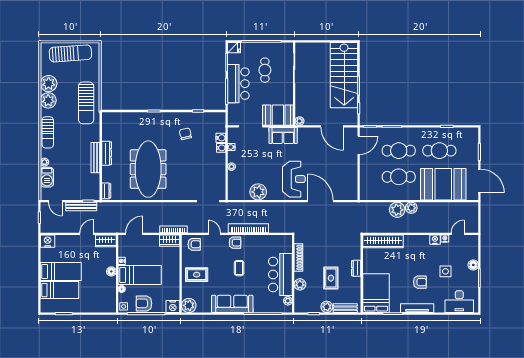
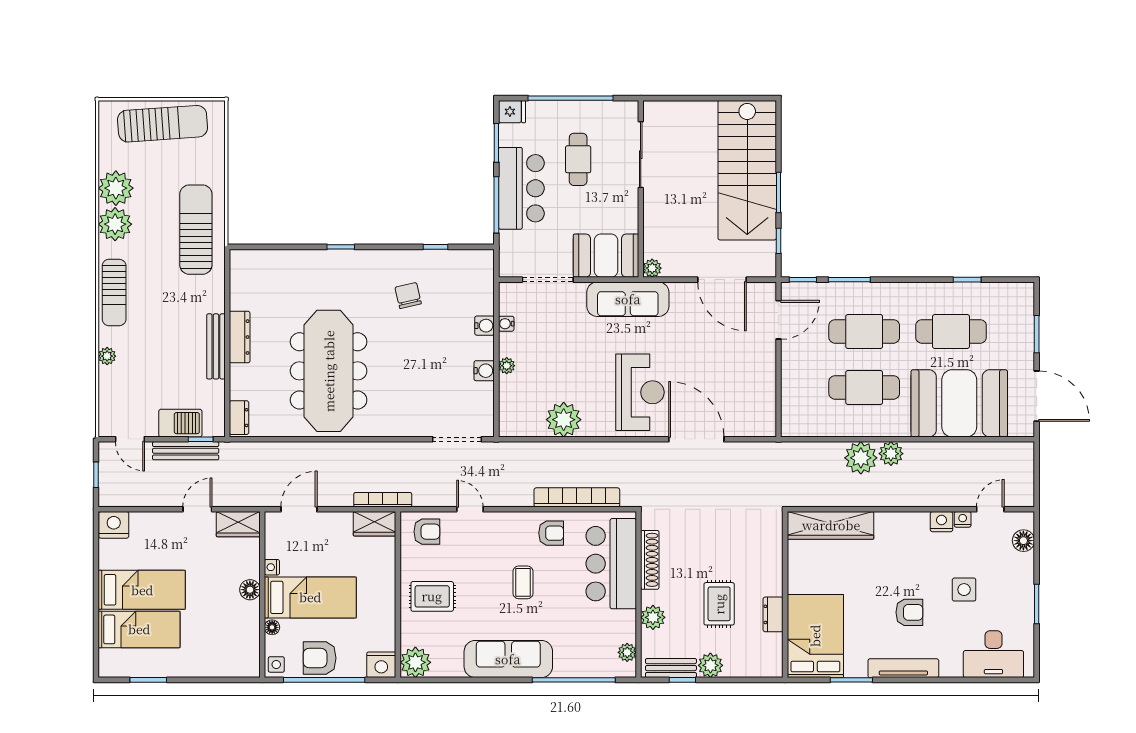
sun lounger: (86, 103) -> (196, 230), turned 180
sofa: (283, 136) -> (628, 299), width x1.36
water cooler: (221, 138) -> (484, 371), moved
barbecue: (47, 177) -> (180, 423), moved, turned -90
bookcase: (248, 228) -> (577, 497), moved
armchair: (235, 243) -> (551, 533), moved
floor lamp: (473, 265) -> (1023, 541), moved
dresser: (356, 268) -> (773, 614), moved
bar counter: (280, 275) -> (611, 564), moved
bench: (345, 308) -> (671, 668), moved

